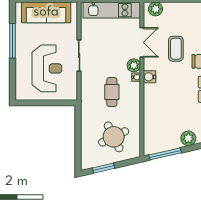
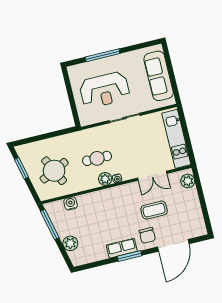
window: (13, 41) -> (103, 55), moved
plant: (134, 65) -> (105, 179), moved
water cooler: (150, 77) -> (71, 203), moved

